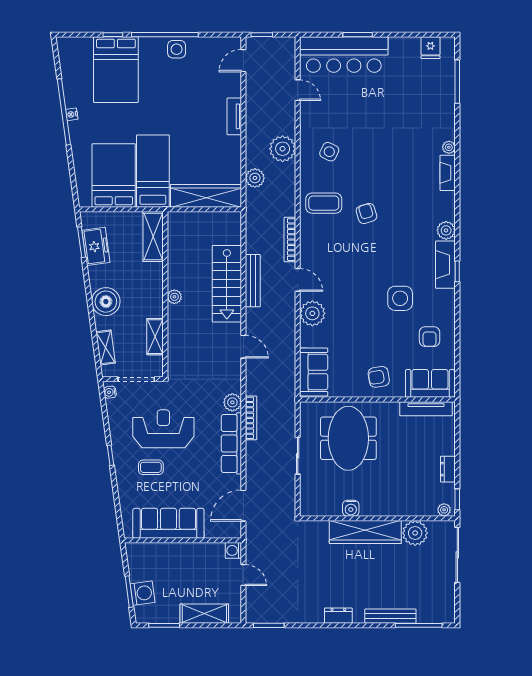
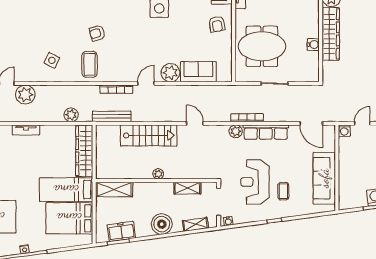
plant: (283, 149) -> (25, 95), moved
bench: (253, 281) -> (112, 116), moved
door: (243, 347) -> (195, 123), hinge flipped
sofa: (314, 372) -> (198, 72), moved

